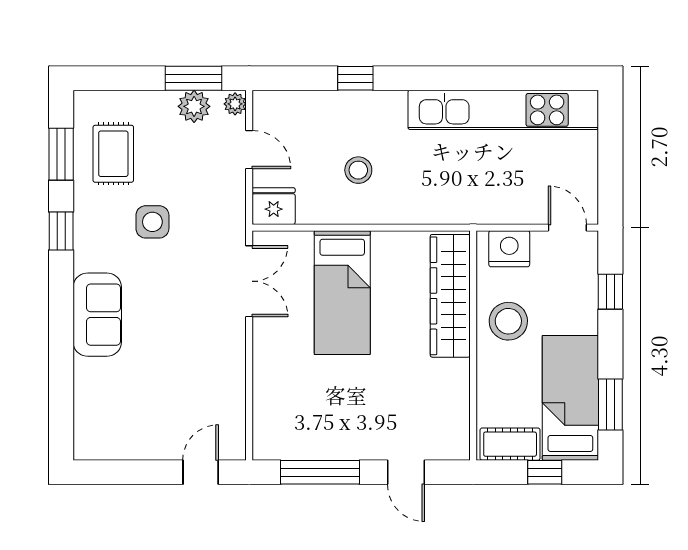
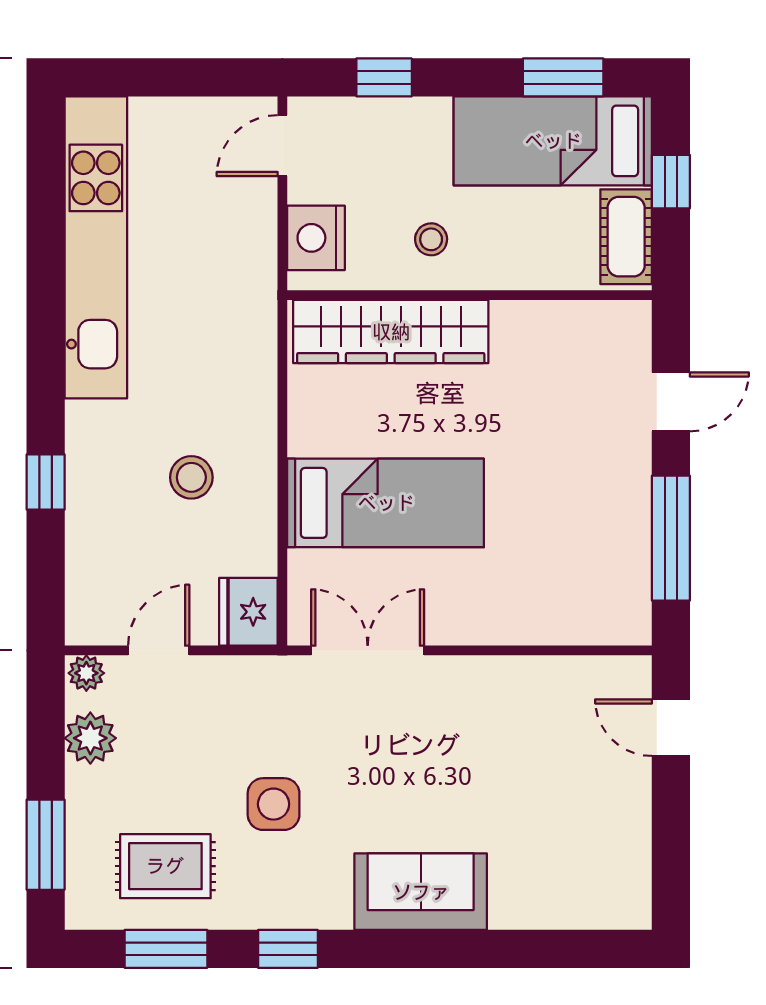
window: (193, 78) -> (46, 845), moved
stool: (508, 321) -> (431, 239), width x0.53, depth x0.53

